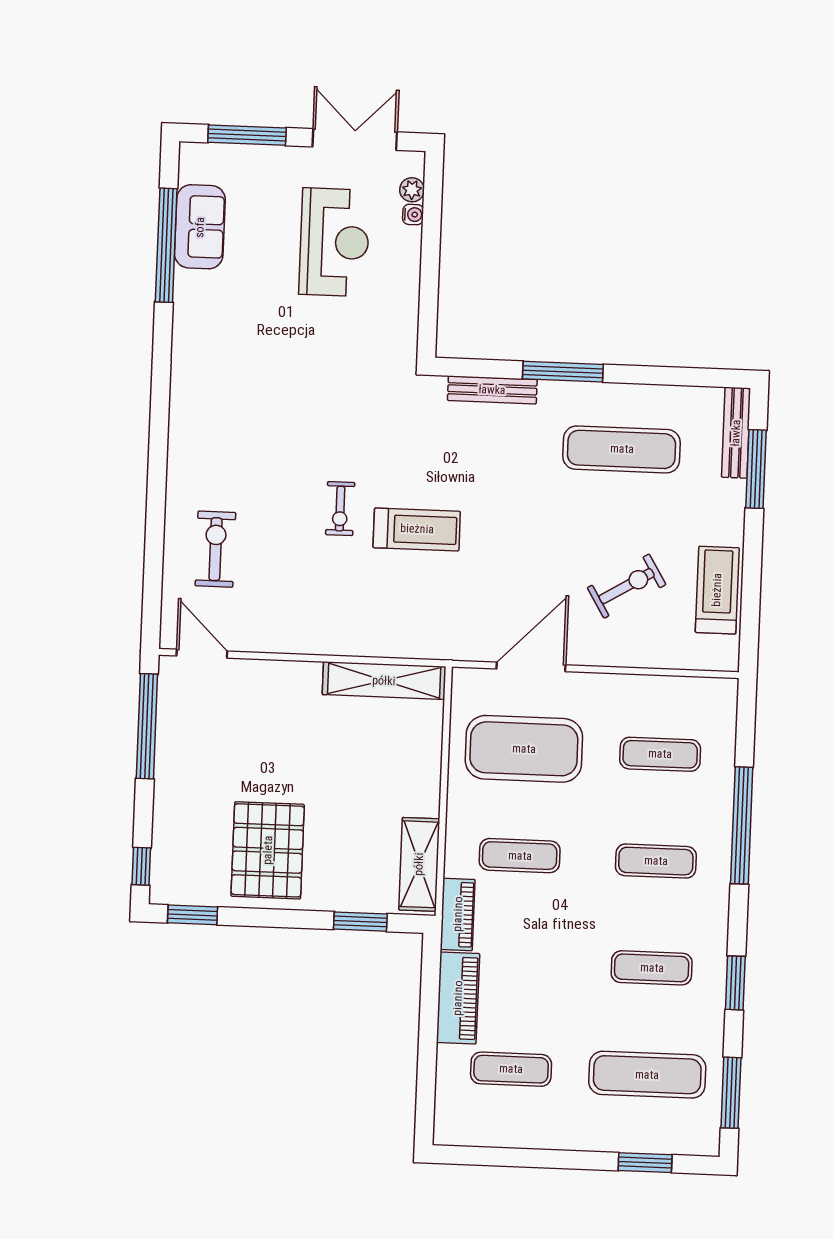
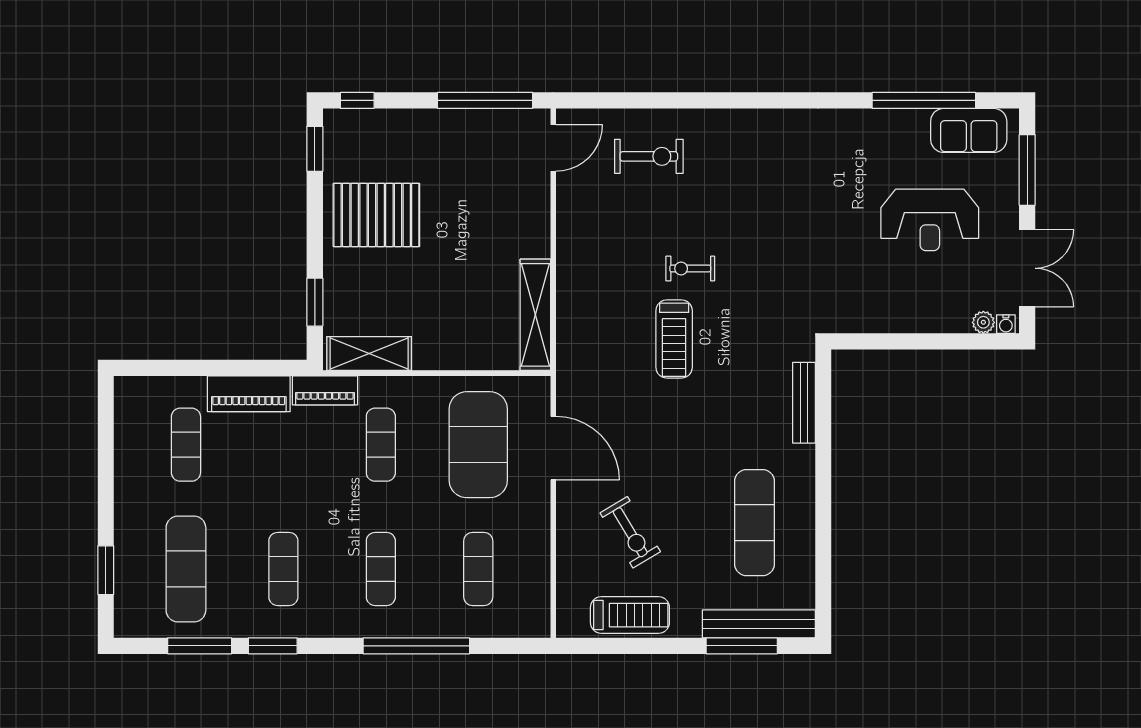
water cooler: (413, 215) -> (1006, 324), moved
sofa: (200, 227) -> (969, 130), moved
reception desk: (334, 242) -> (930, 220), moved
window: (563, 372) -> (823, 466), removed
bench: (736, 433) -> (759, 624), width x1.37, depth x1.21
window: (731, 1093) -> (200, 646), moved

